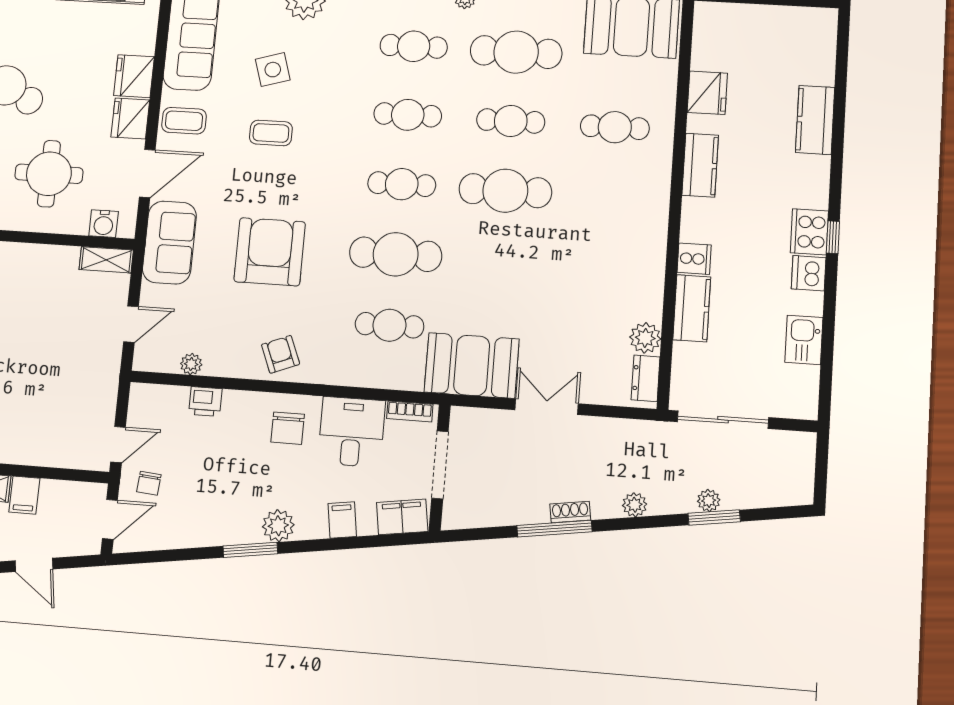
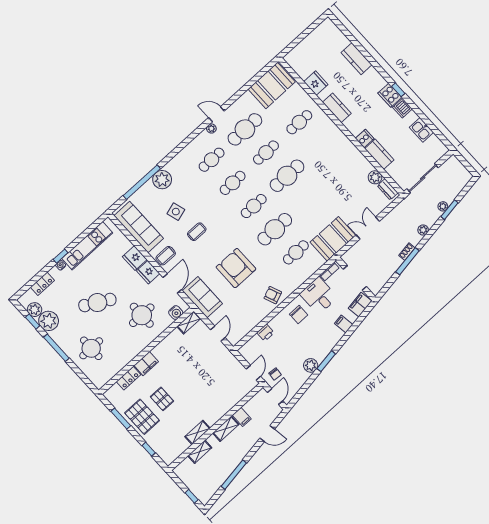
plant: (191, 364) -> (249, 326), removed
plant: (278, 526) -> (311, 365), moved

